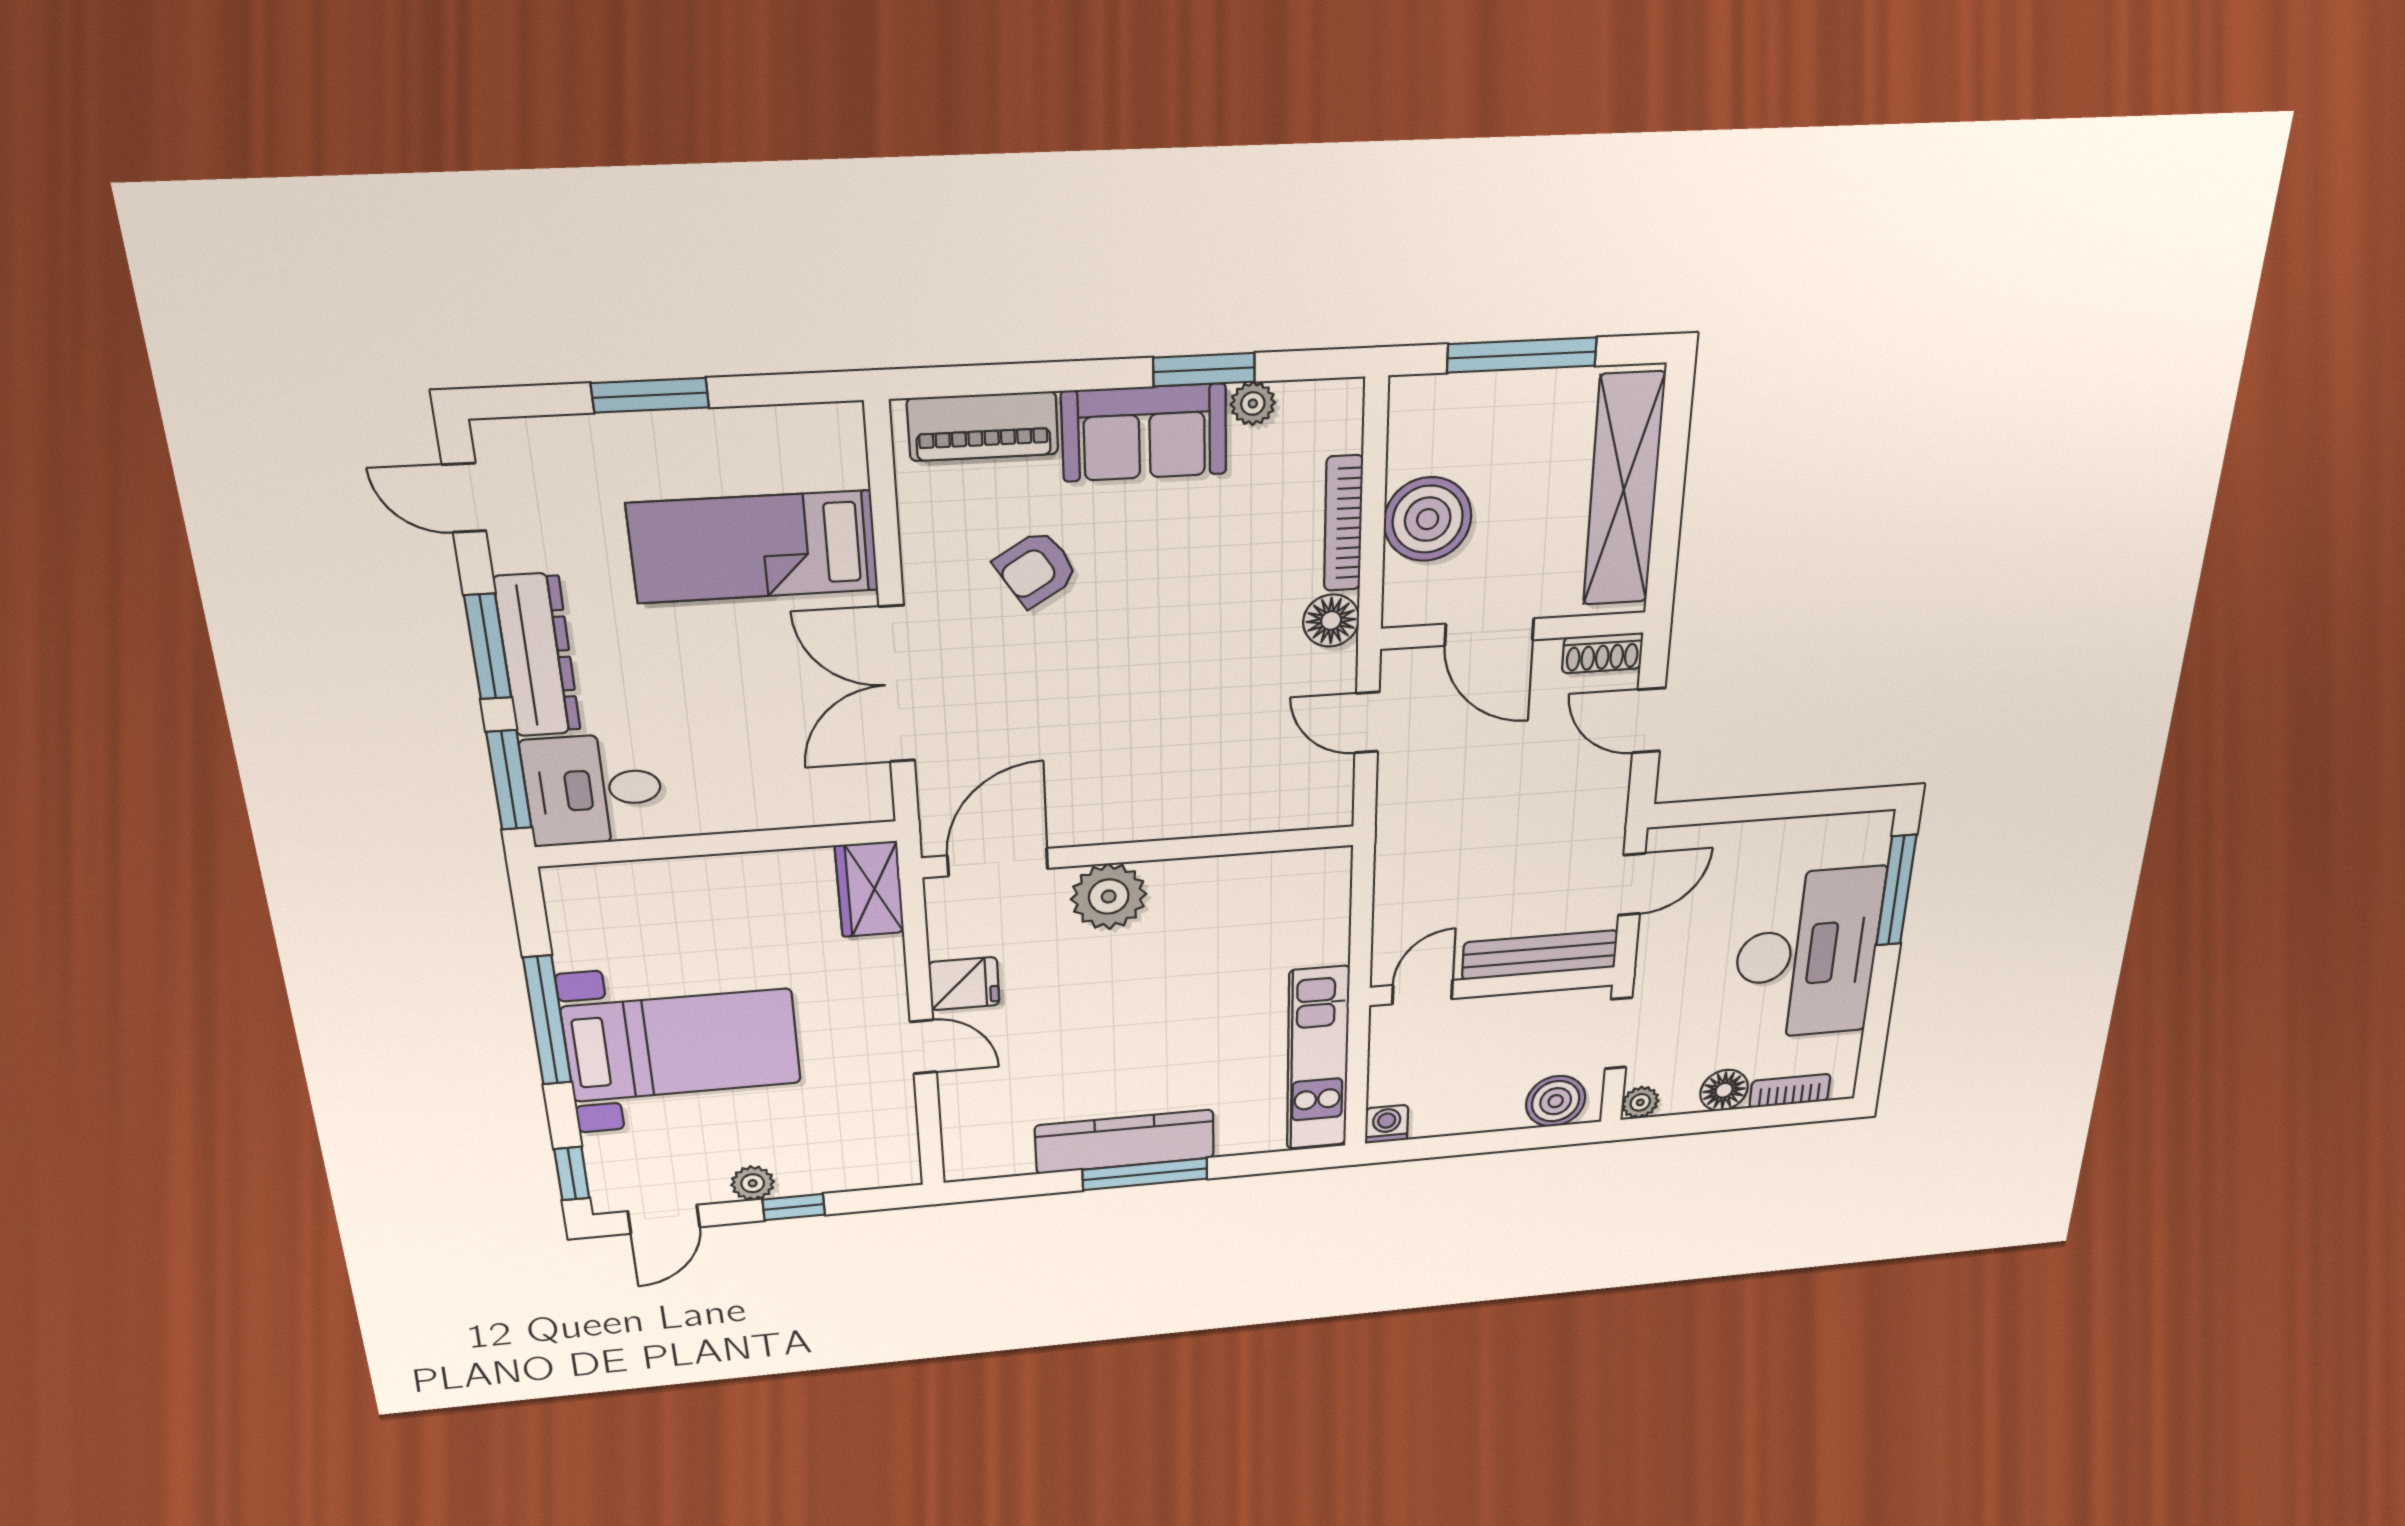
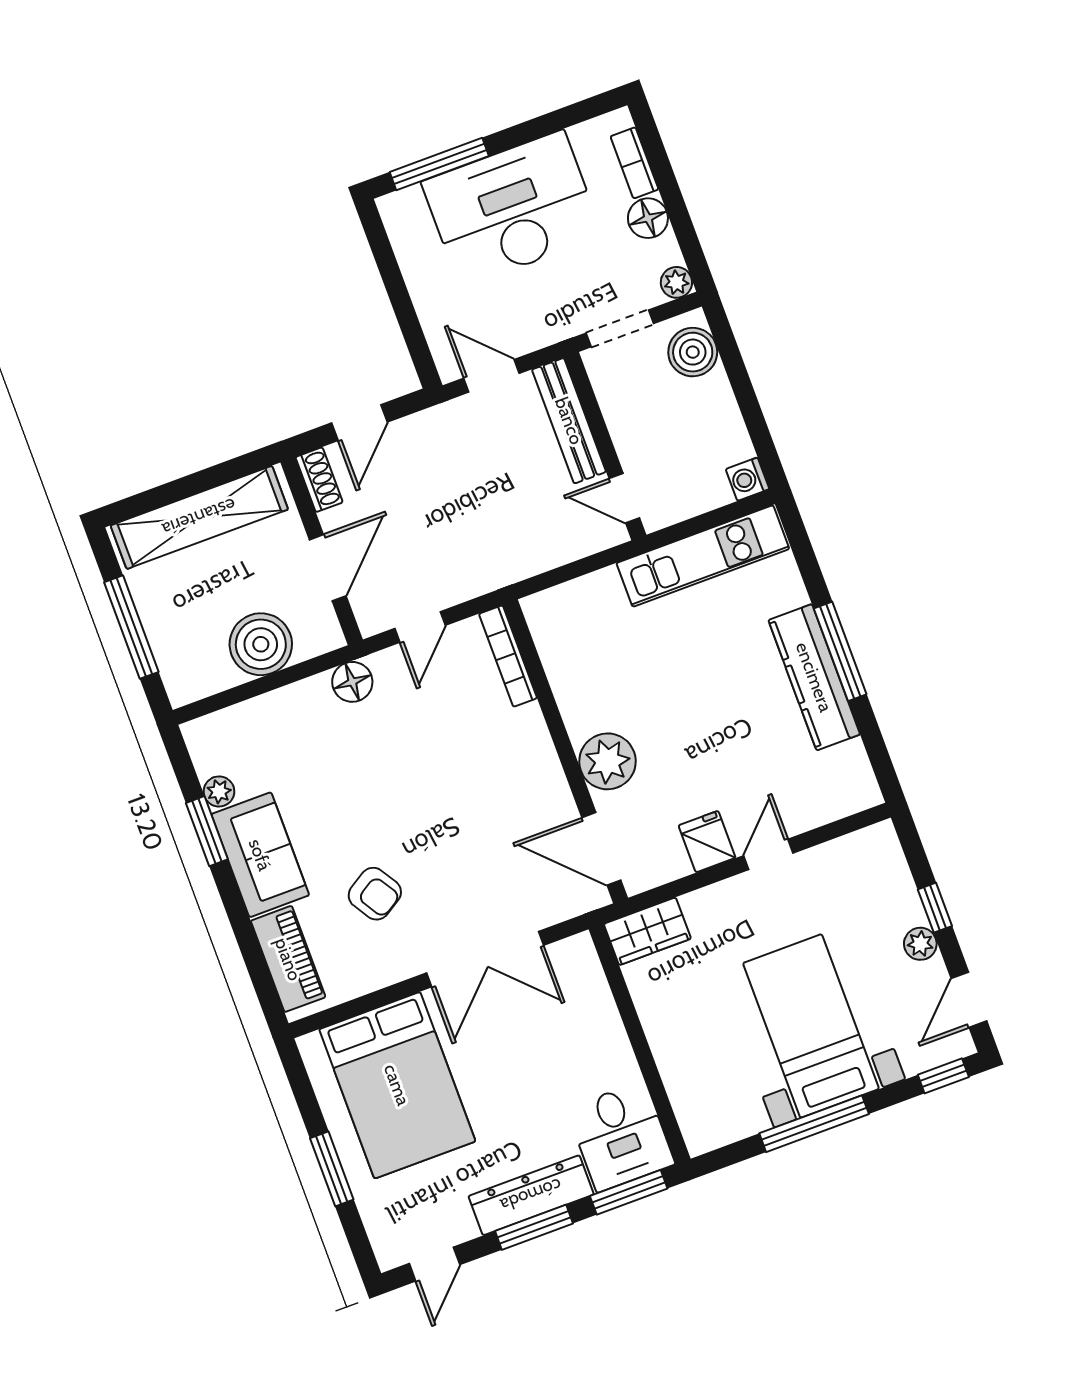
bookcase: (1343, 524) -> (508, 656), moved, turned 90
bed: (754, 547) -> (397, 1085), width x1.50
door: (664, 1219) -> (969, 1000), swing flipped

